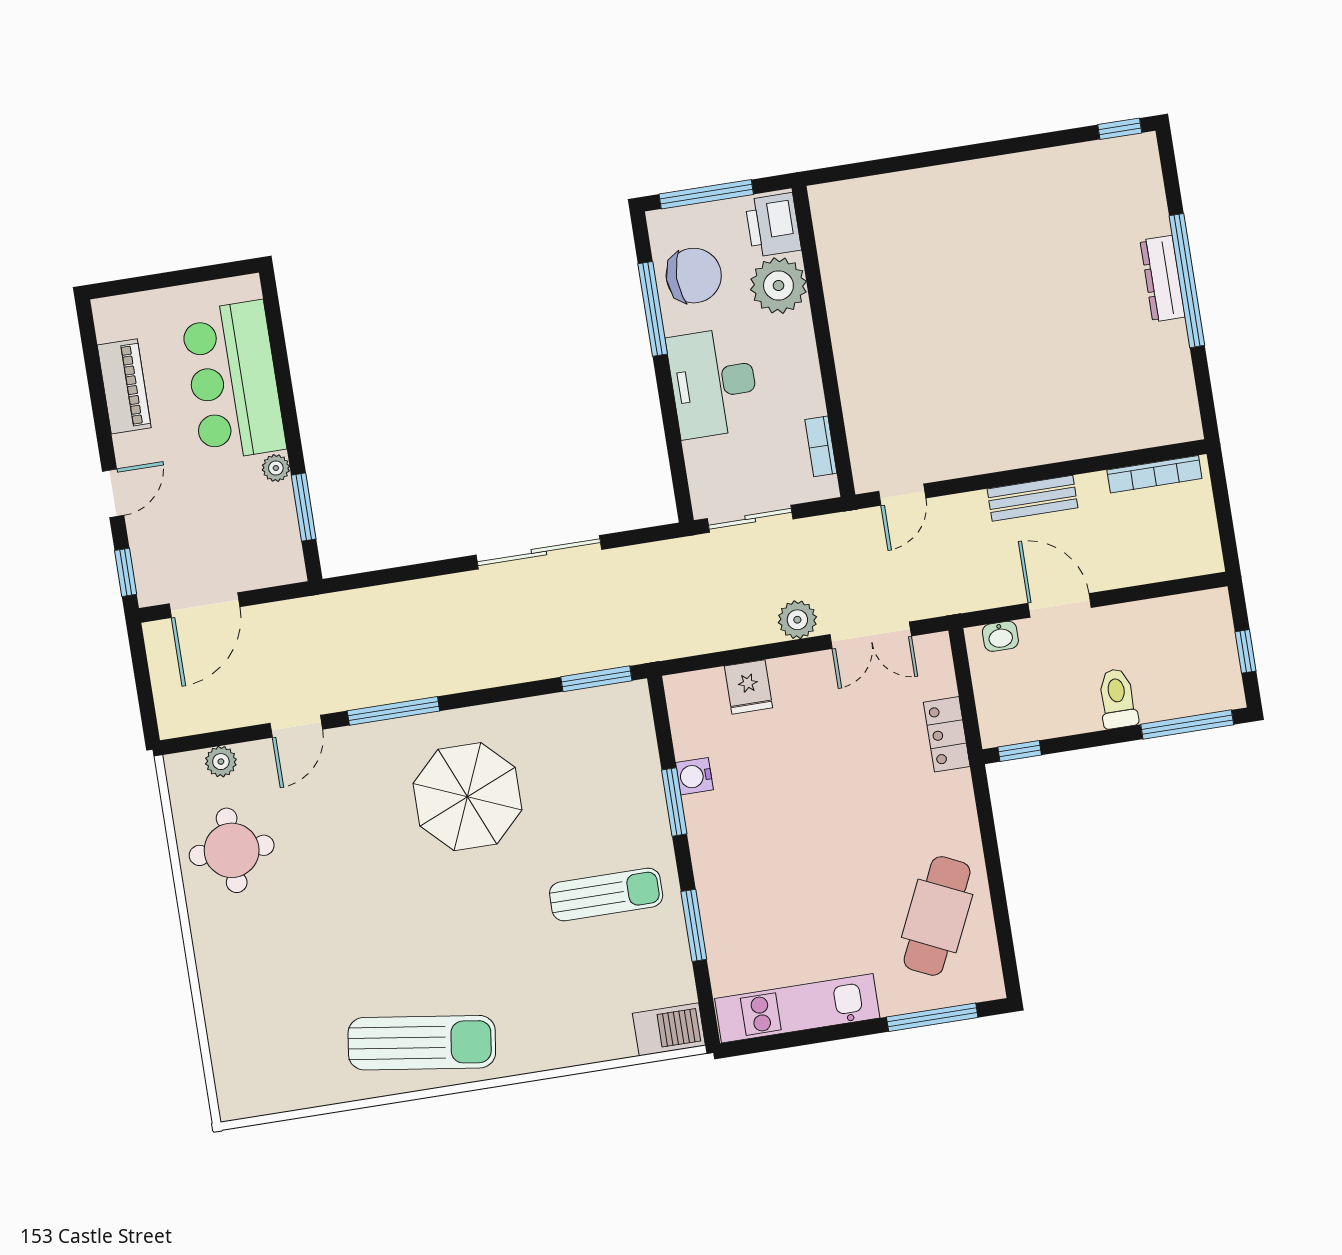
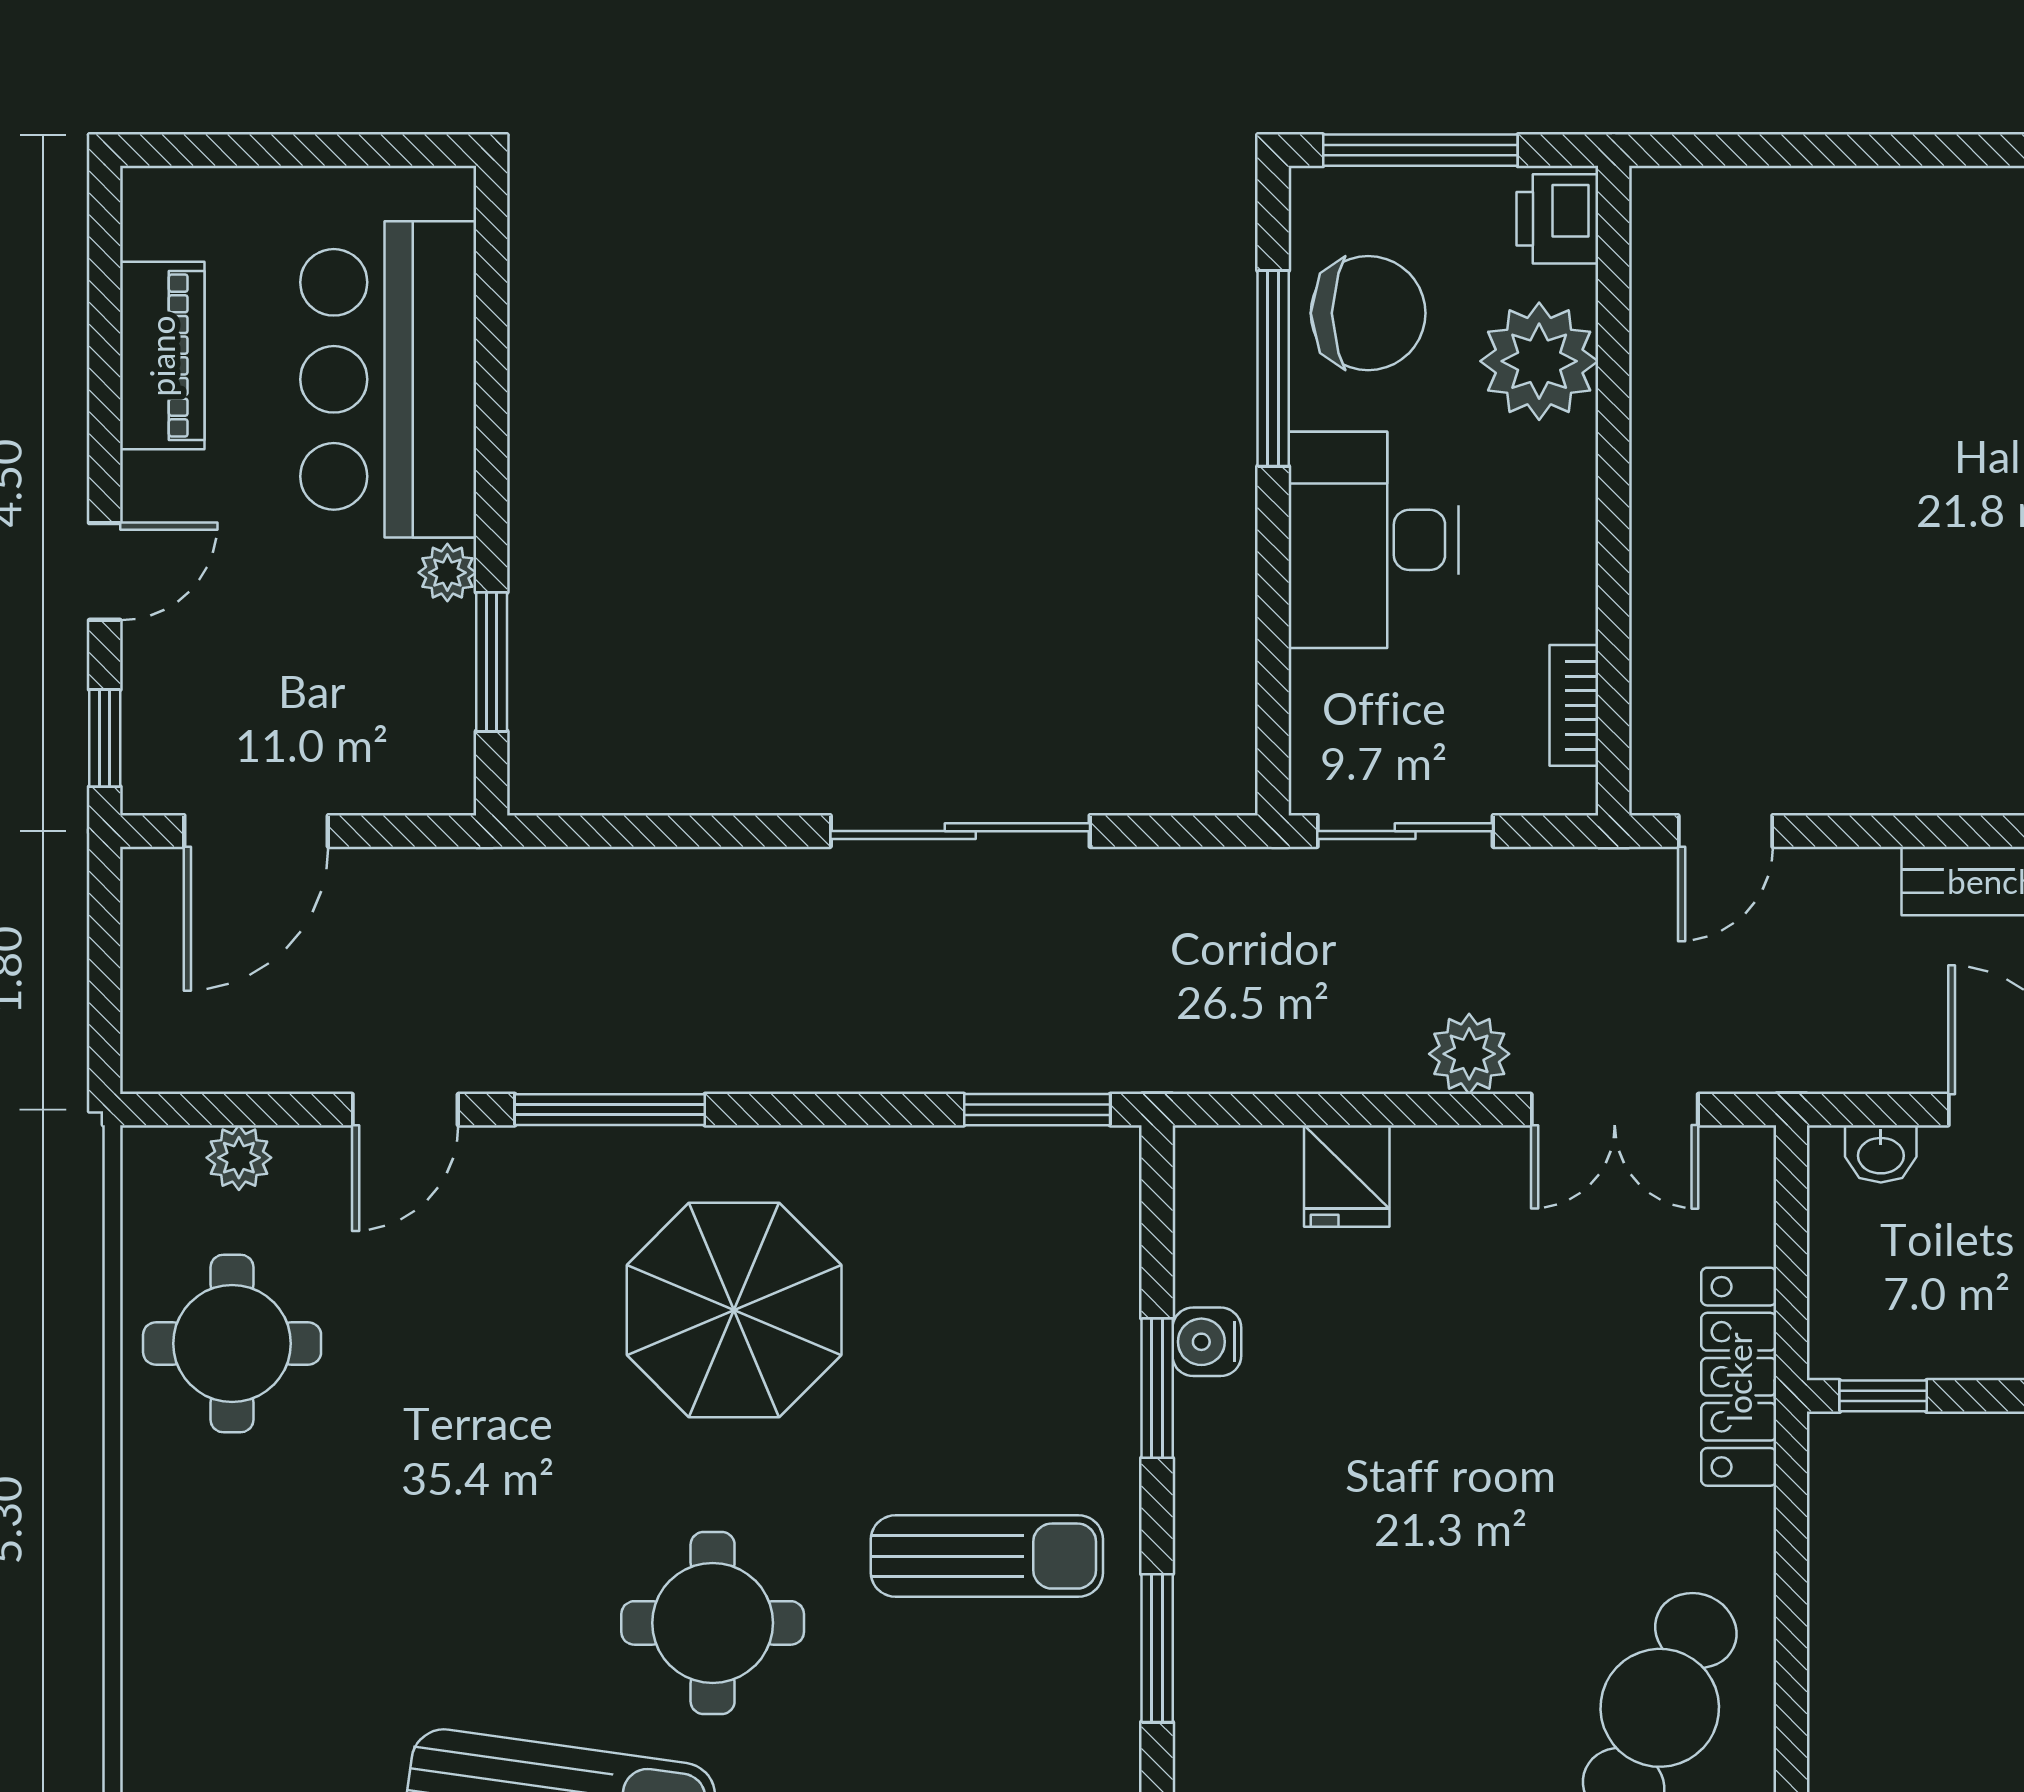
printer: (773, 225) -> (1557, 219), width x0.73, depth x0.81
locker: (947, 734) -> (1739, 1377), width x1.53
round table: (481, 947) -> (713, 1623), added

